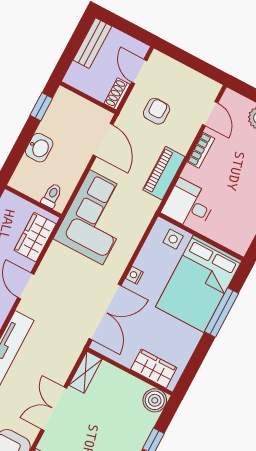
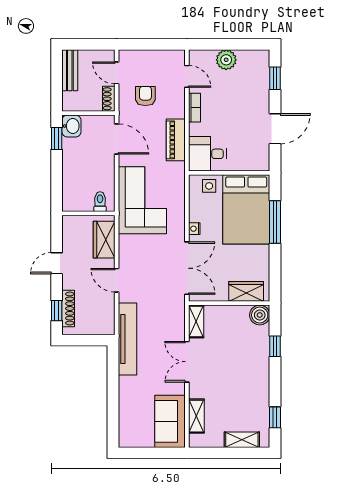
washbasin: (39, 148) -> (71, 126), moved

